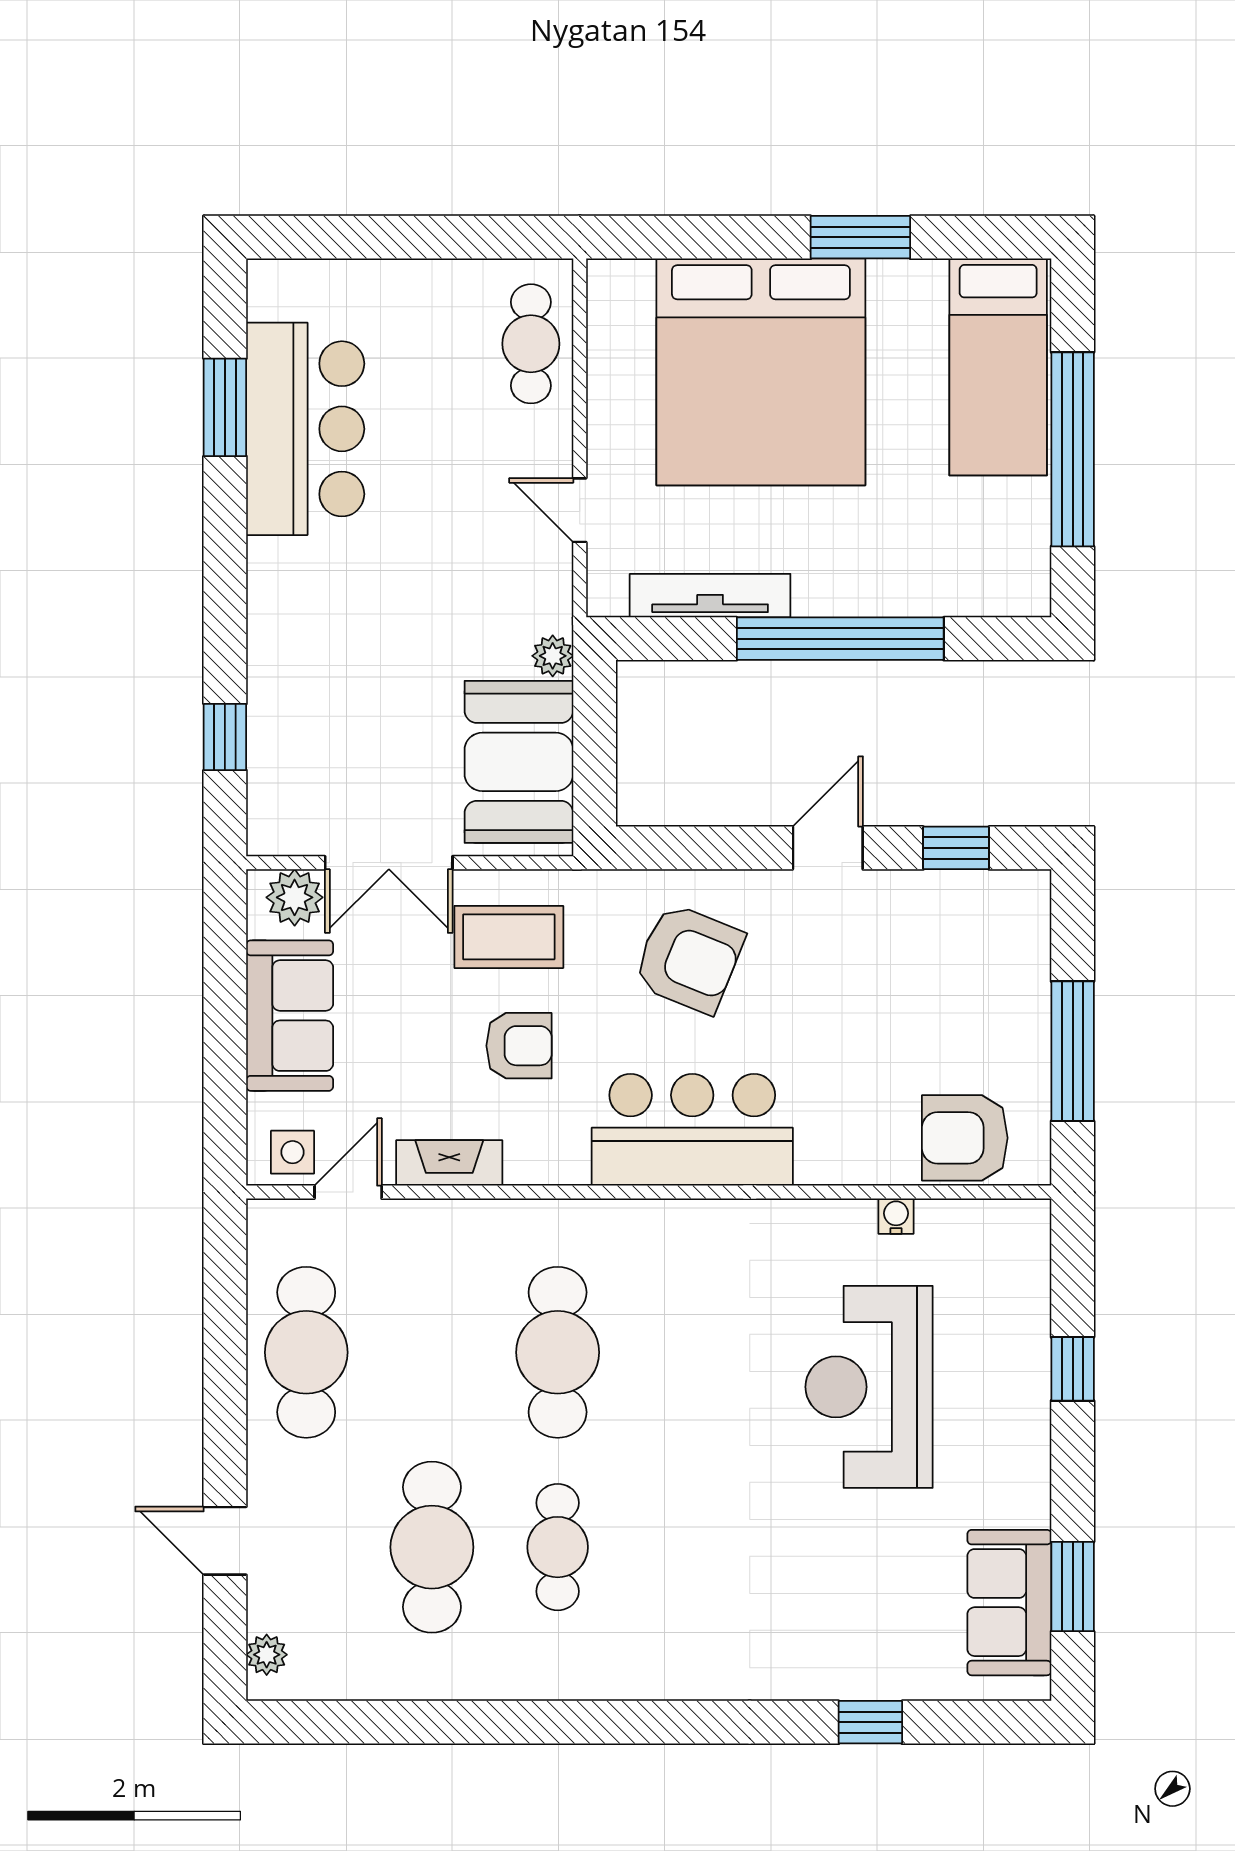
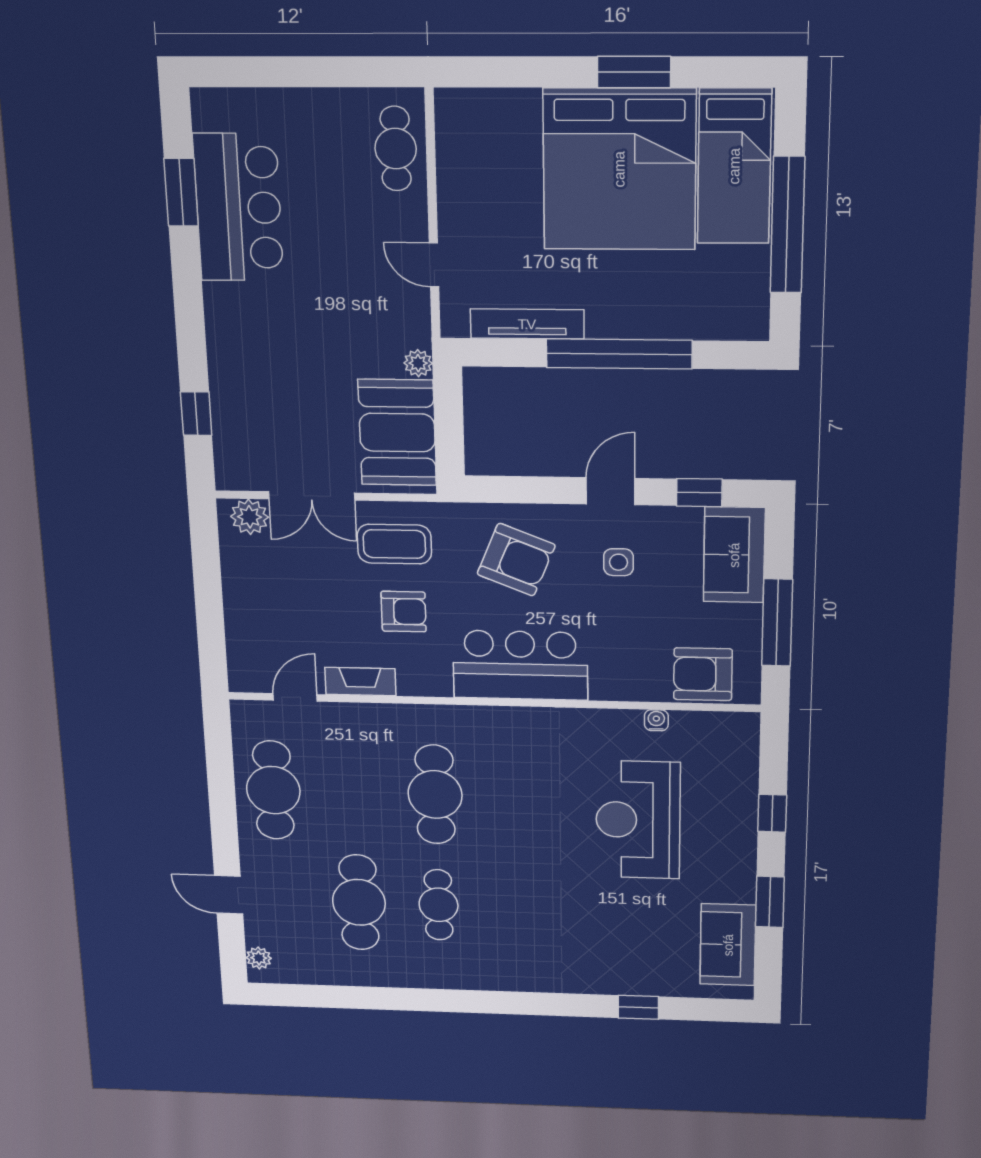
bed: (761, 372) -> (619, 169), moved
sofa: (290, 1016) -> (734, 555), moved, turned 180
side table: (293, 1152) -> (618, 562), moved
window: (1073, 1587) -> (770, 902), moved

